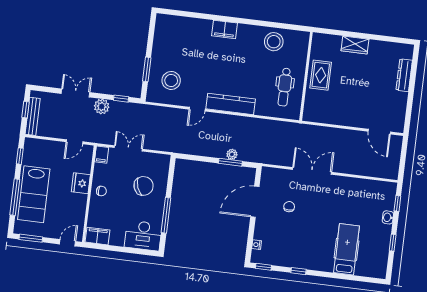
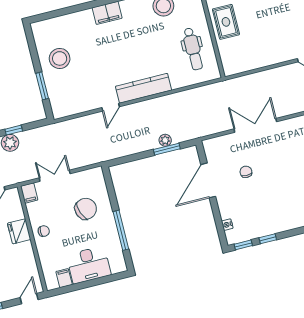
stool: (171, 80) -> (60, 58), moved
window: (121, 99) -> (14, 130), moved
desk: (143, 235) -> (89, 265), moved
filing cabinet: (98, 236) -> (64, 278), width x0.50
window: (298, 271) -> (268, 239), moved

